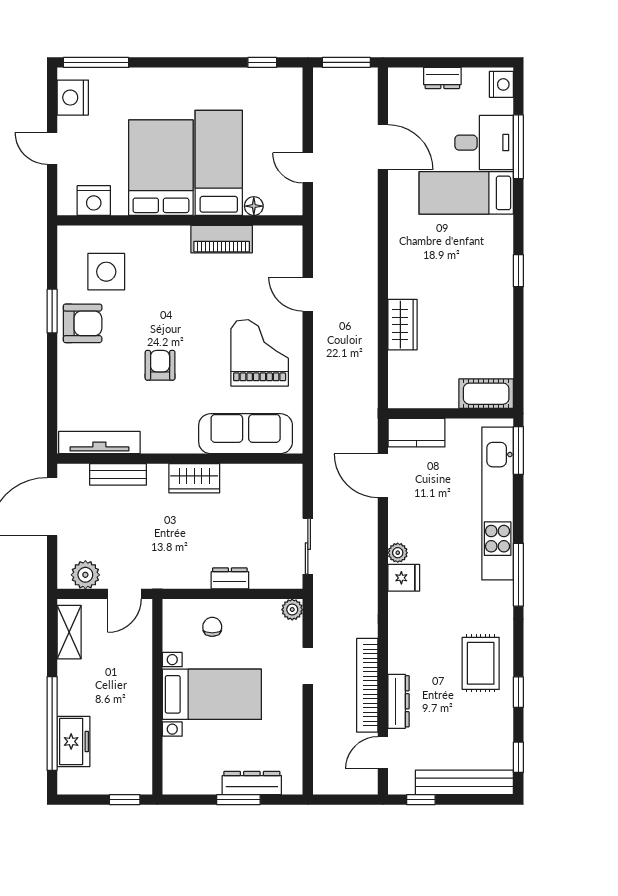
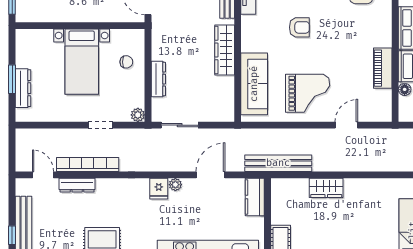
bench: (365, 397) -> (278, 163), added
door: (383, 476) -> (211, 175), moved
wardrobe: (194, 478) -> (225, 50), width x1.50
dresser: (230, 578) -> (158, 79), width x1.44
window: (421, 800) -> (12, 235), moved

